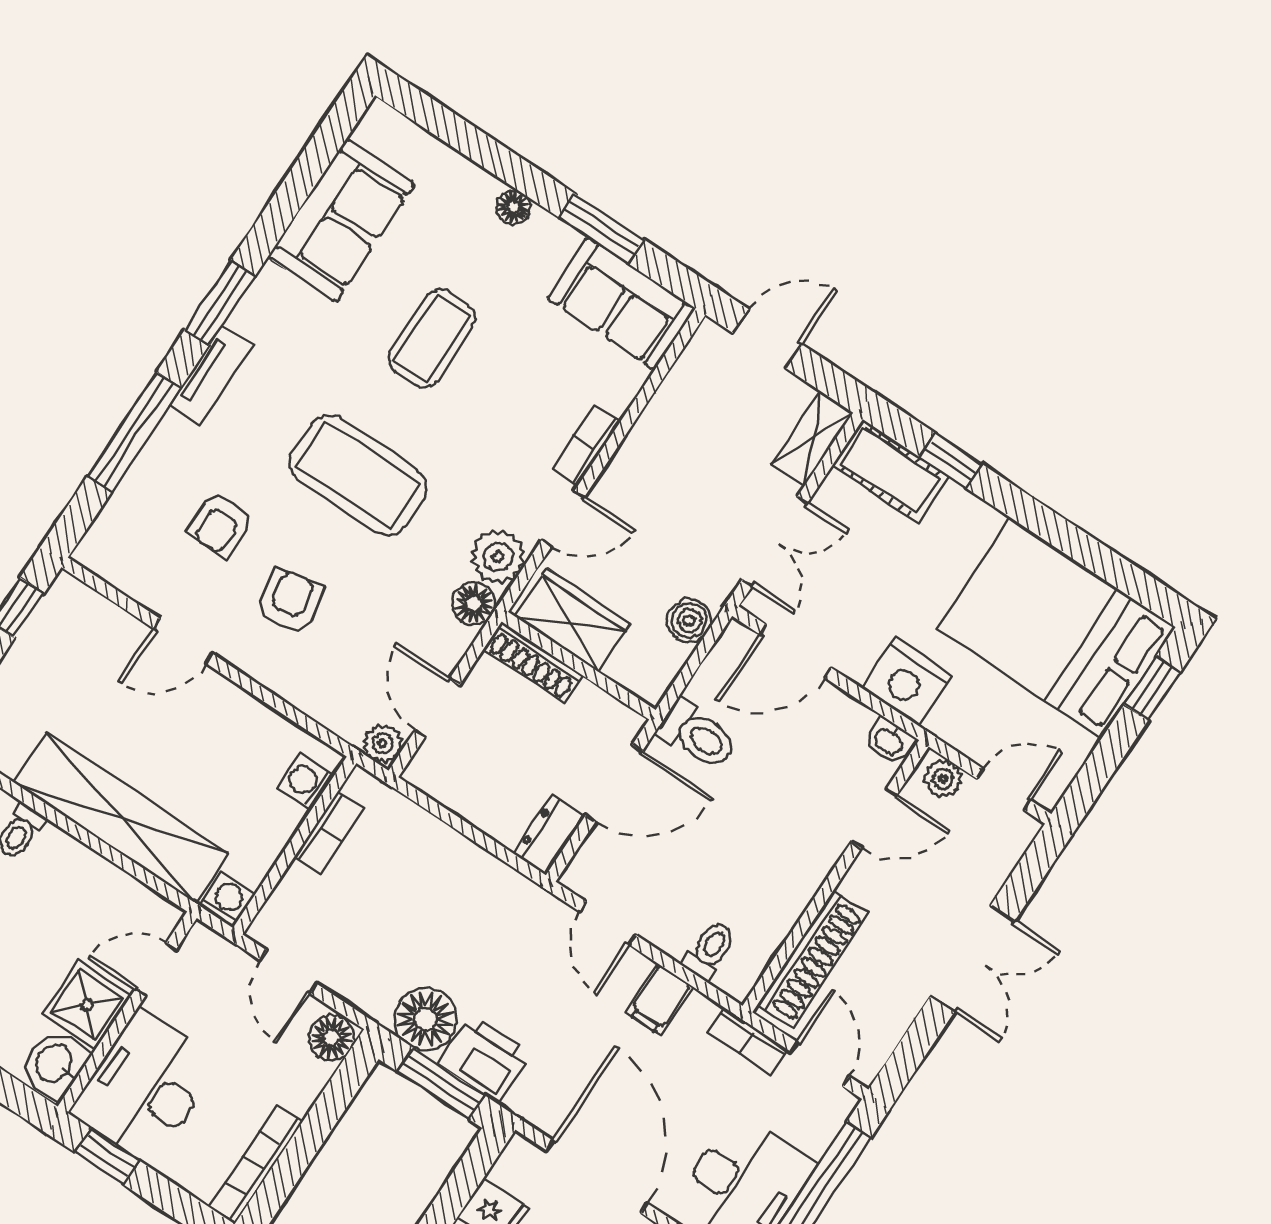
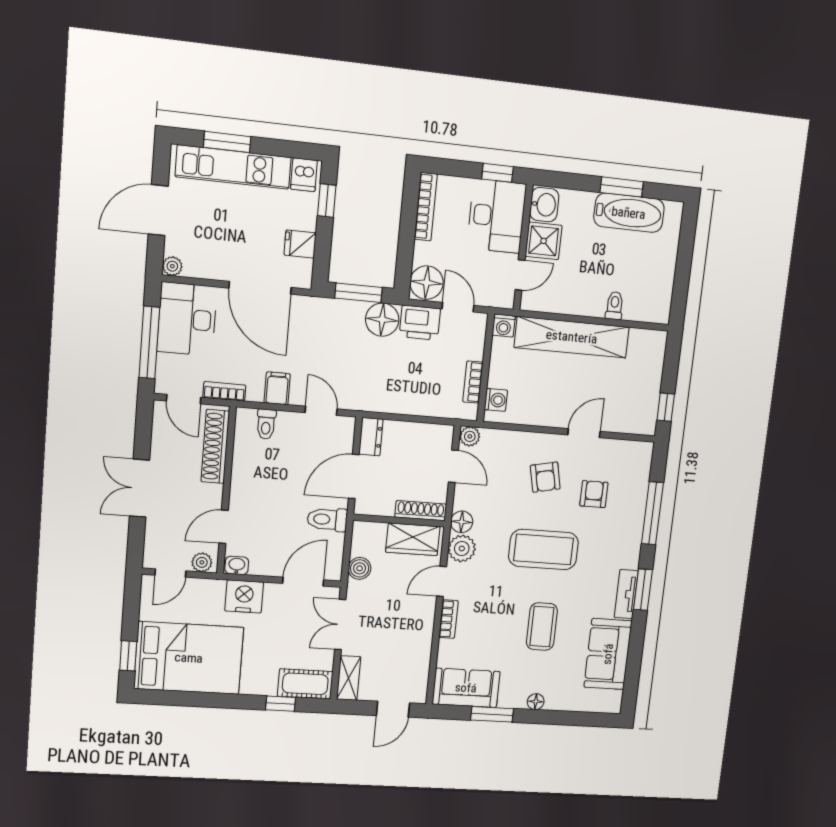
tv unit: (211, 375) -> (626, 594), moved
floor lamp: (331, 1038) -> (427, 283), width x1.38, depth x1.38
printer: (484, 1059) -> (420, 323), moved

